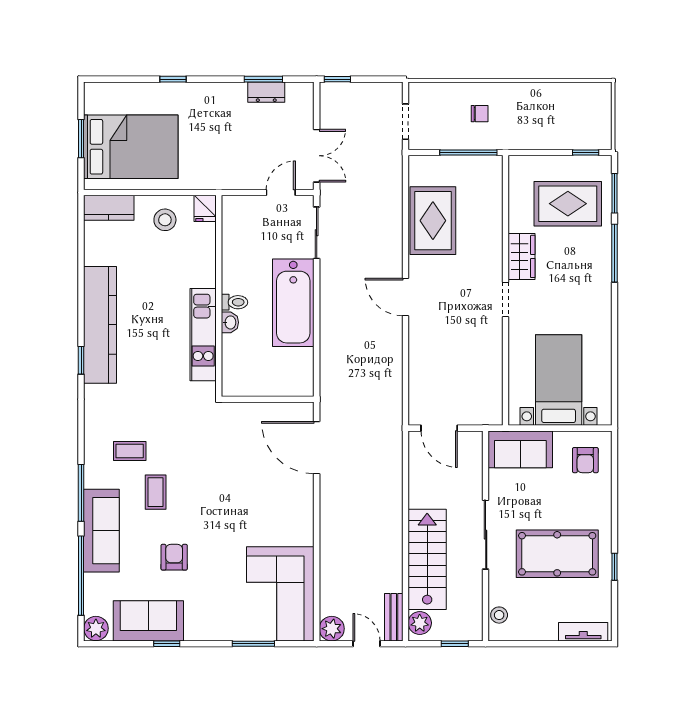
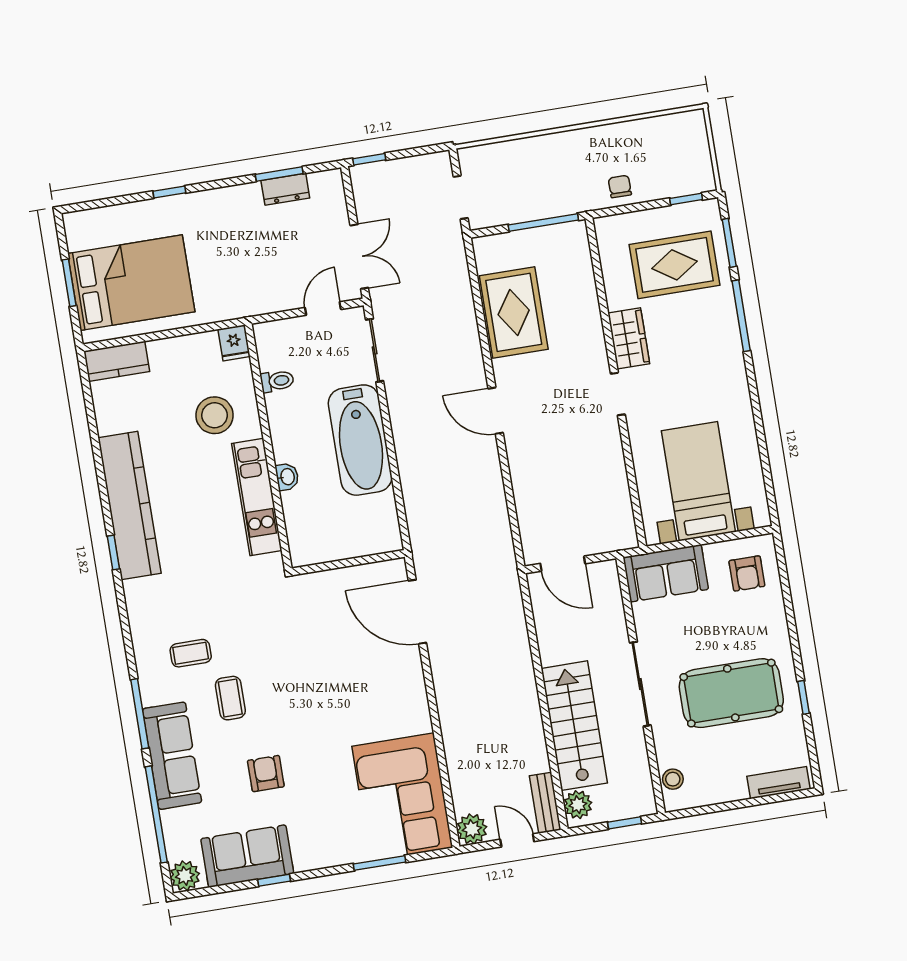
chair: (480, 114) -> (620, 186), moved, turned -90
stool: (165, 220) -> (214, 415), moved, width x1.38, depth x1.38
toilet: (235, 302) -> (277, 381), moved

